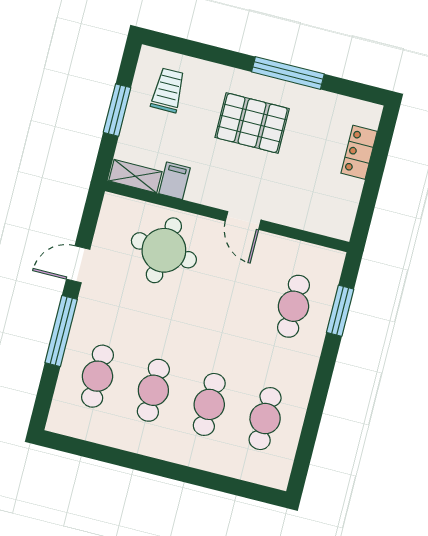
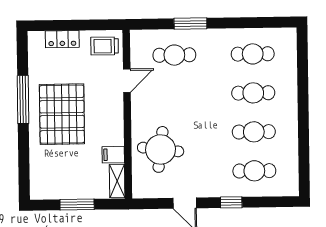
trolley: (168, 90) -> (105, 46), moved
pallet: (252, 123) -> (62, 114), width x1.37, depth x1.41
door: (243, 220) -> (127, 81), moved
window: (340, 311) -> (190, 24), moved
window: (61, 331) -> (231, 202), width x0.46

